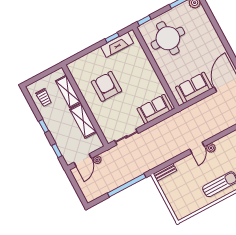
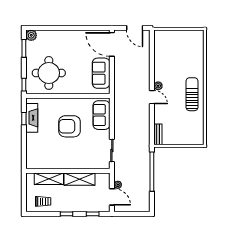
armchair: (106, 86) -> (69, 126), moved

